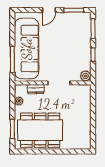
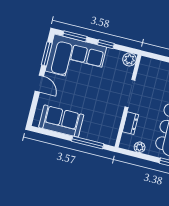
corner sofa: (75, 34) -> (76, 59), added
sofa: (27, 49) -> (61, 121), width x0.54, depth x0.79

